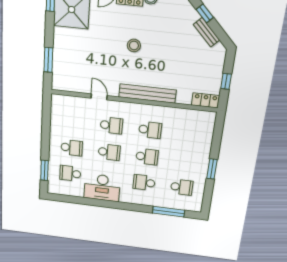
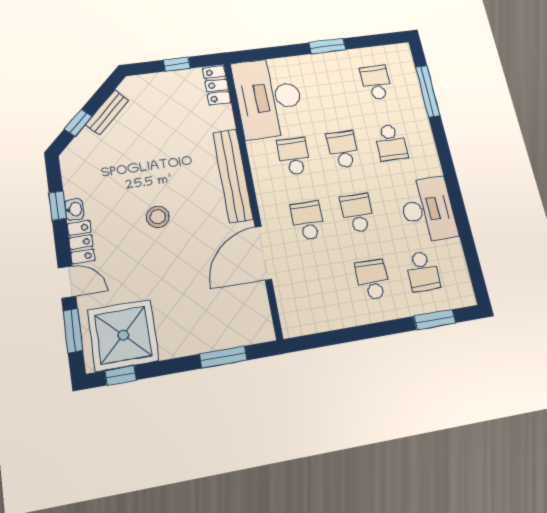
door: (99, 97) -> (263, 253), width x1.88
desk: (189, 127) -> (268, 98), added

